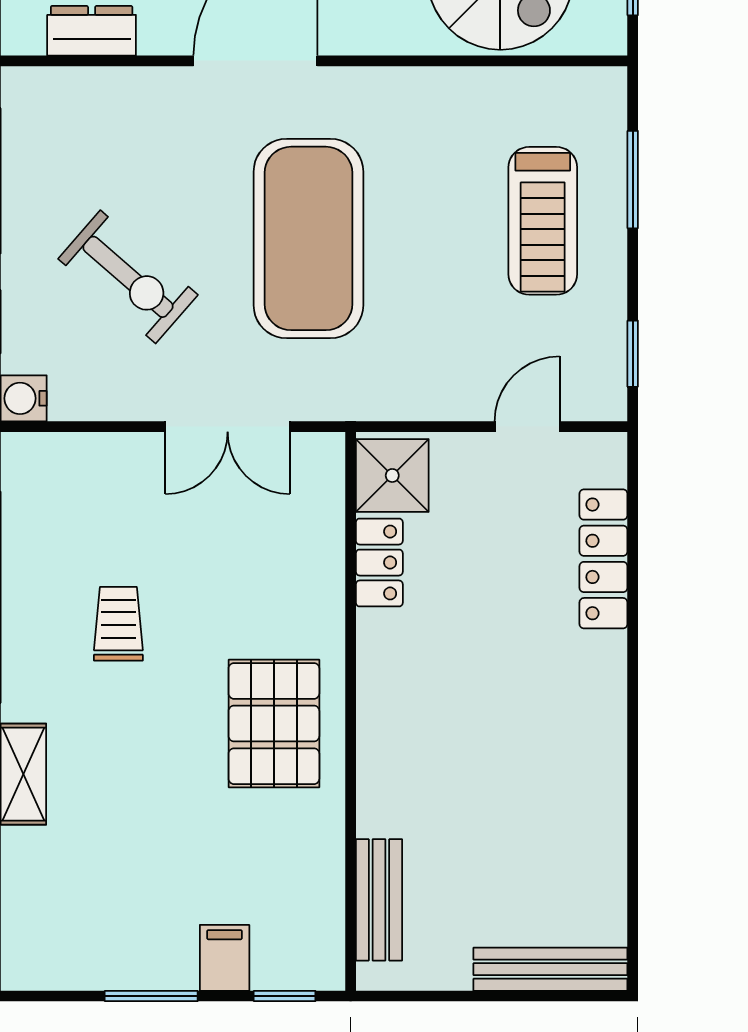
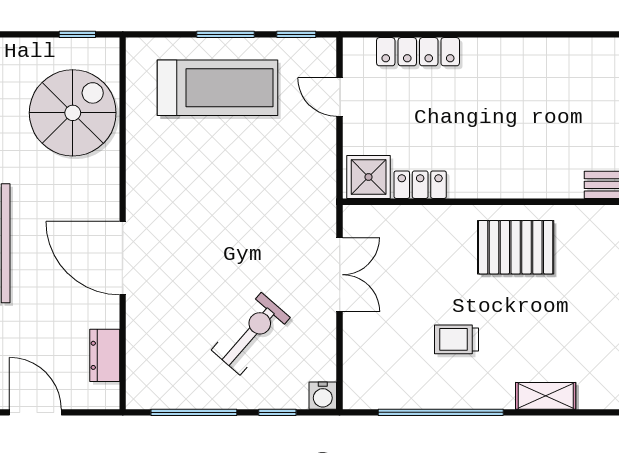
window: (633, 180) -> (225, 34), moved
treadmill: (543, 221) -> (217, 88), width x1.37, depth x1.38
exercise mat: (308, 238) -> (228, 227), removed

